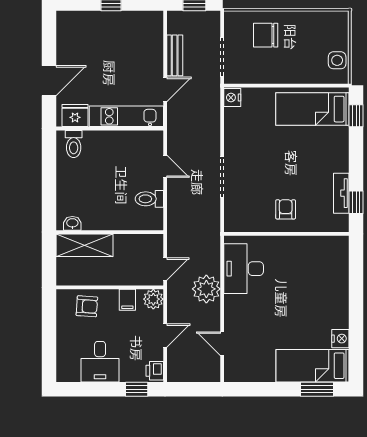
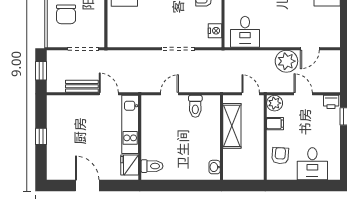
door: (49, 81) -> (87, 186), moved
nightstand: (232, 98) -> (215, 31), moved, turned -90
shelving: (85, 245) -> (232, 126), moved
desk: (244, 269) -> (245, 32), width x0.73
plant: (206, 289) -> (286, 61), moved
desk: (100, 362) -> (312, 164), moved, turned 90

